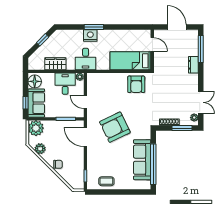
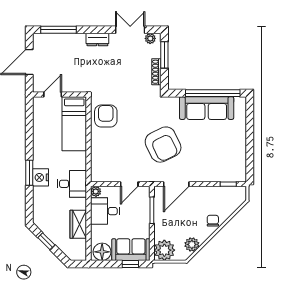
dresser: (193, 65) -> (97, 39), moved
armchair: (136, 84) -> (106, 116), turned -90
coffee table: (106, 181) -> (235, 156), removed

